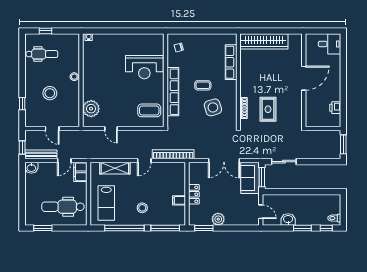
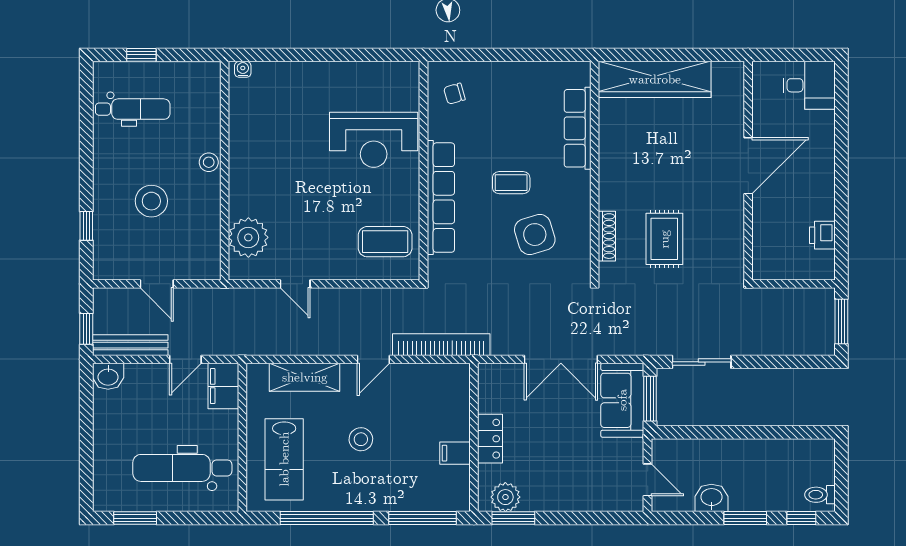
stool: (142, 208) -> (361, 439), moved
plant: (218, 219) -> (505, 497), moved

